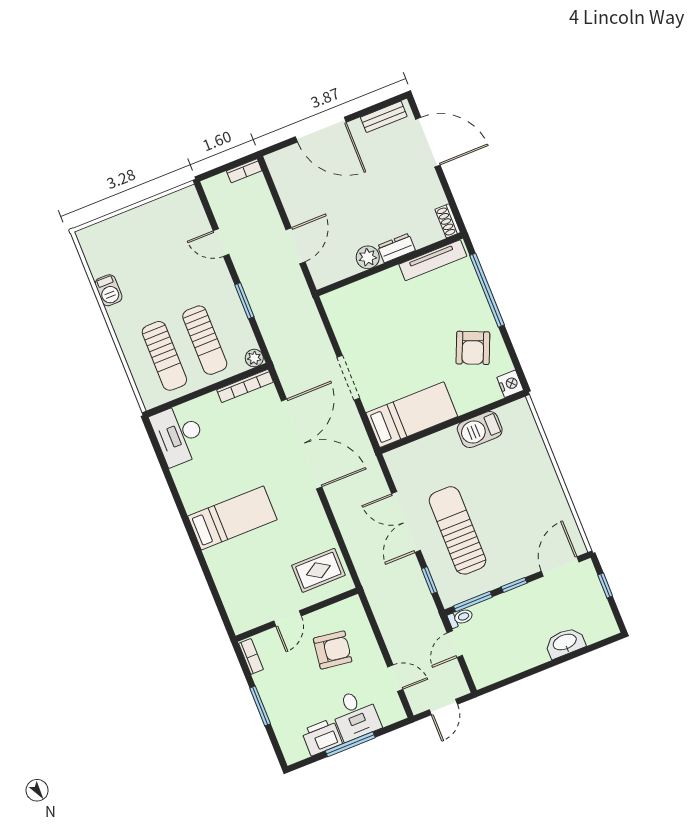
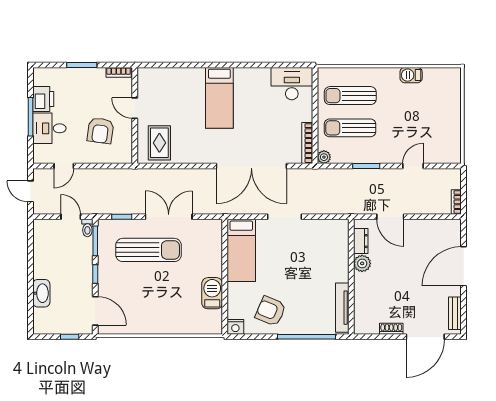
shoe rack: (448, 221) -> (391, 329), moved
dresser: (396, 248) -> (361, 241), moved

